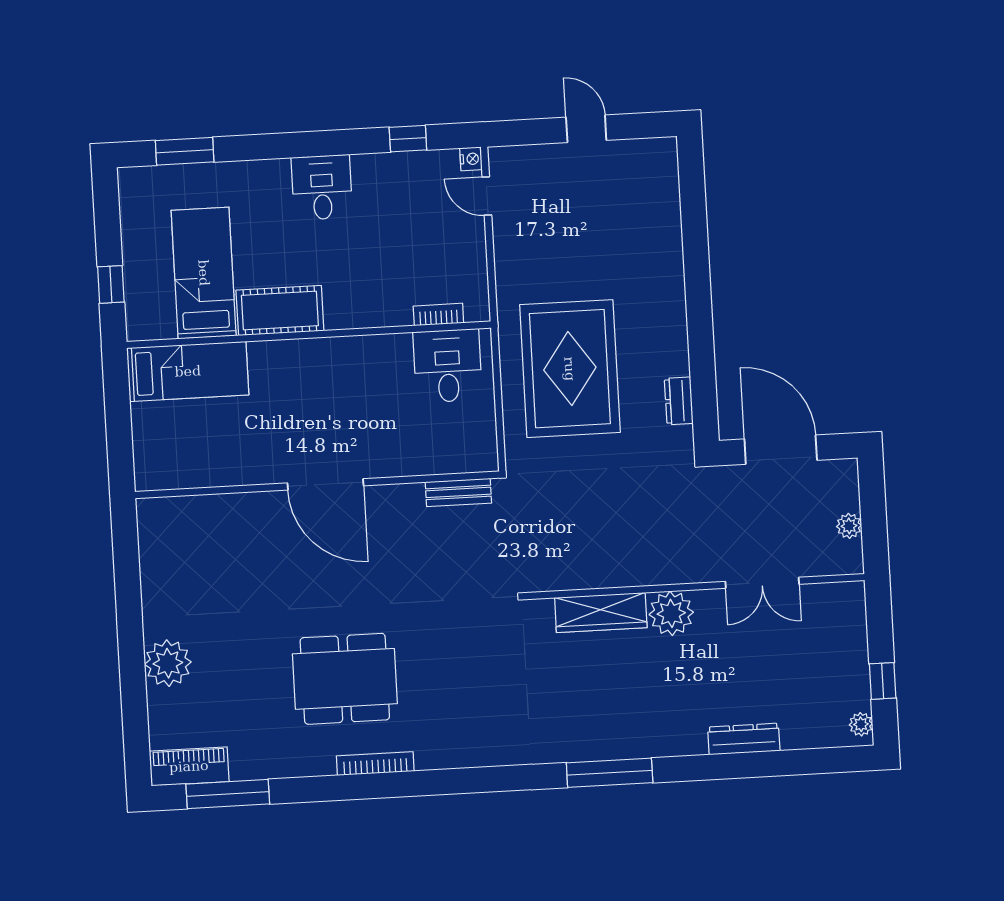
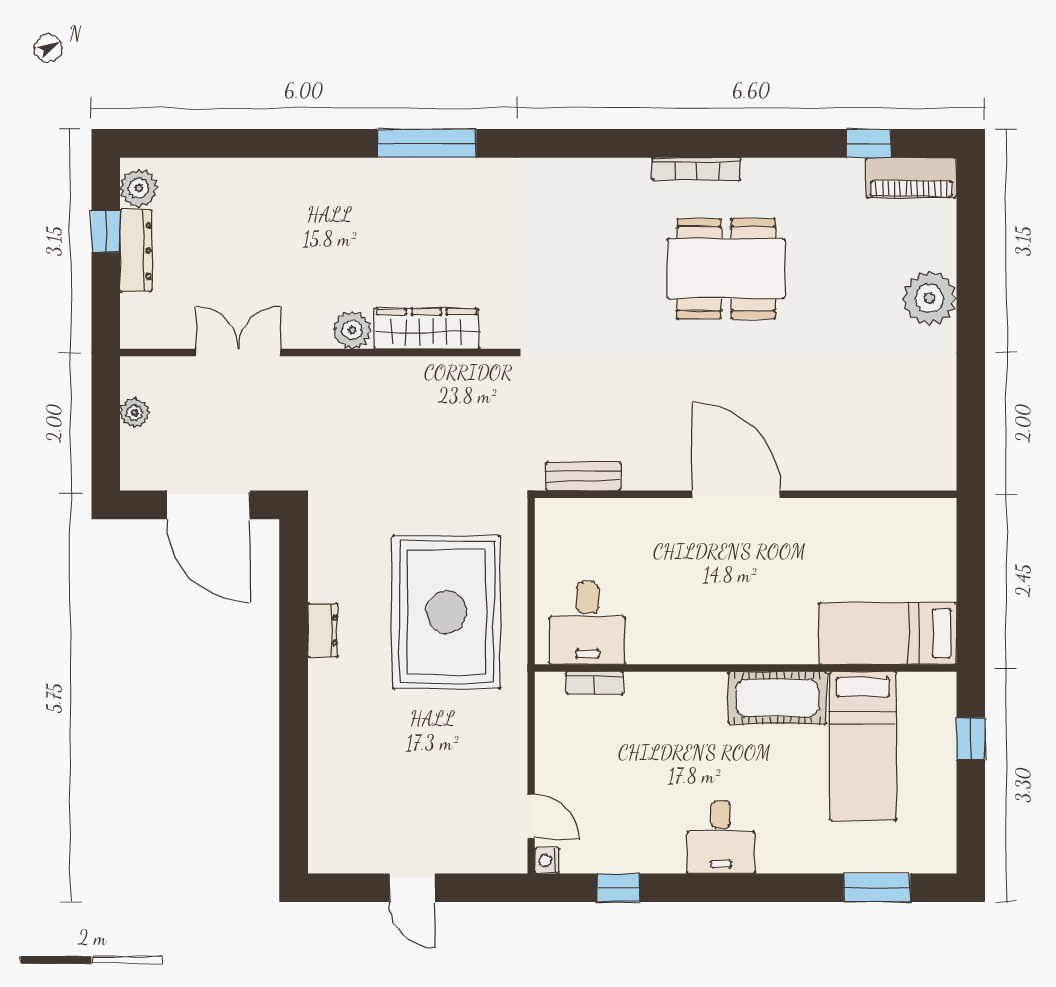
dresser: (679, 401) -> (323, 630), moved
plant: (671, 613) -> (352, 330), width x0.73, depth x0.73
plant: (861, 724) -> (139, 188), width x1.38, depth x1.38
dresser: (744, 739) -> (136, 251), moved, turned -90
window: (228, 794) -> (869, 143), width x0.46

